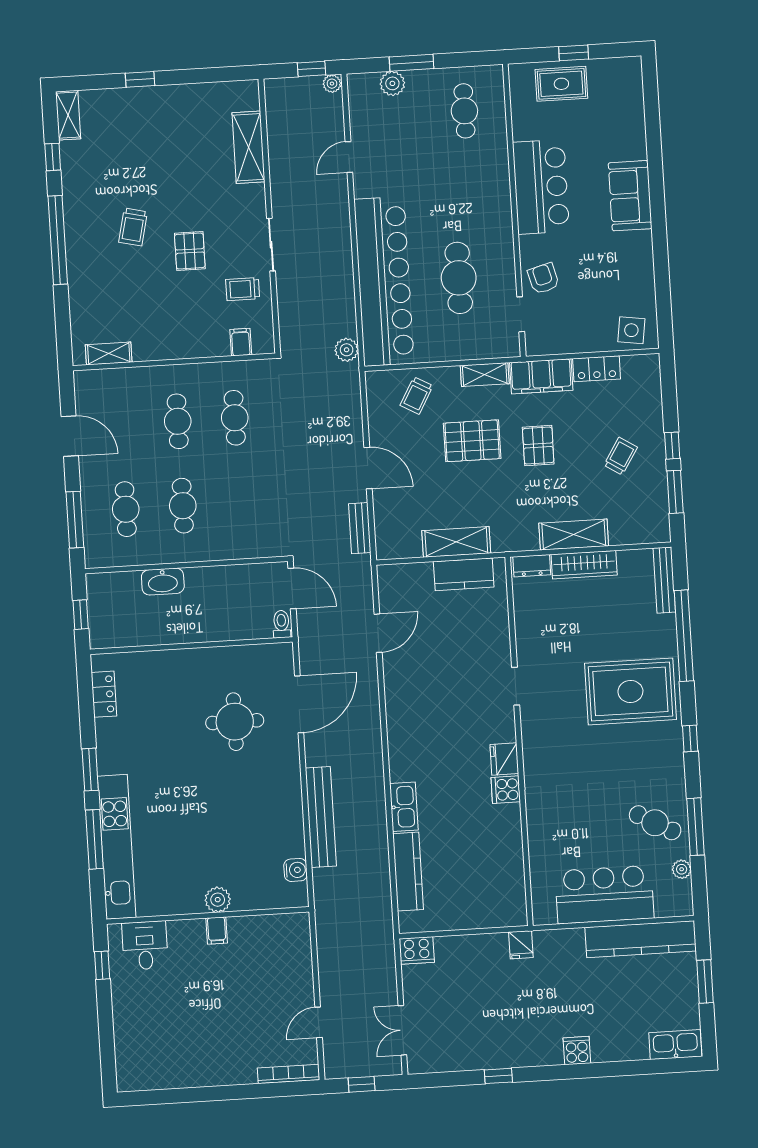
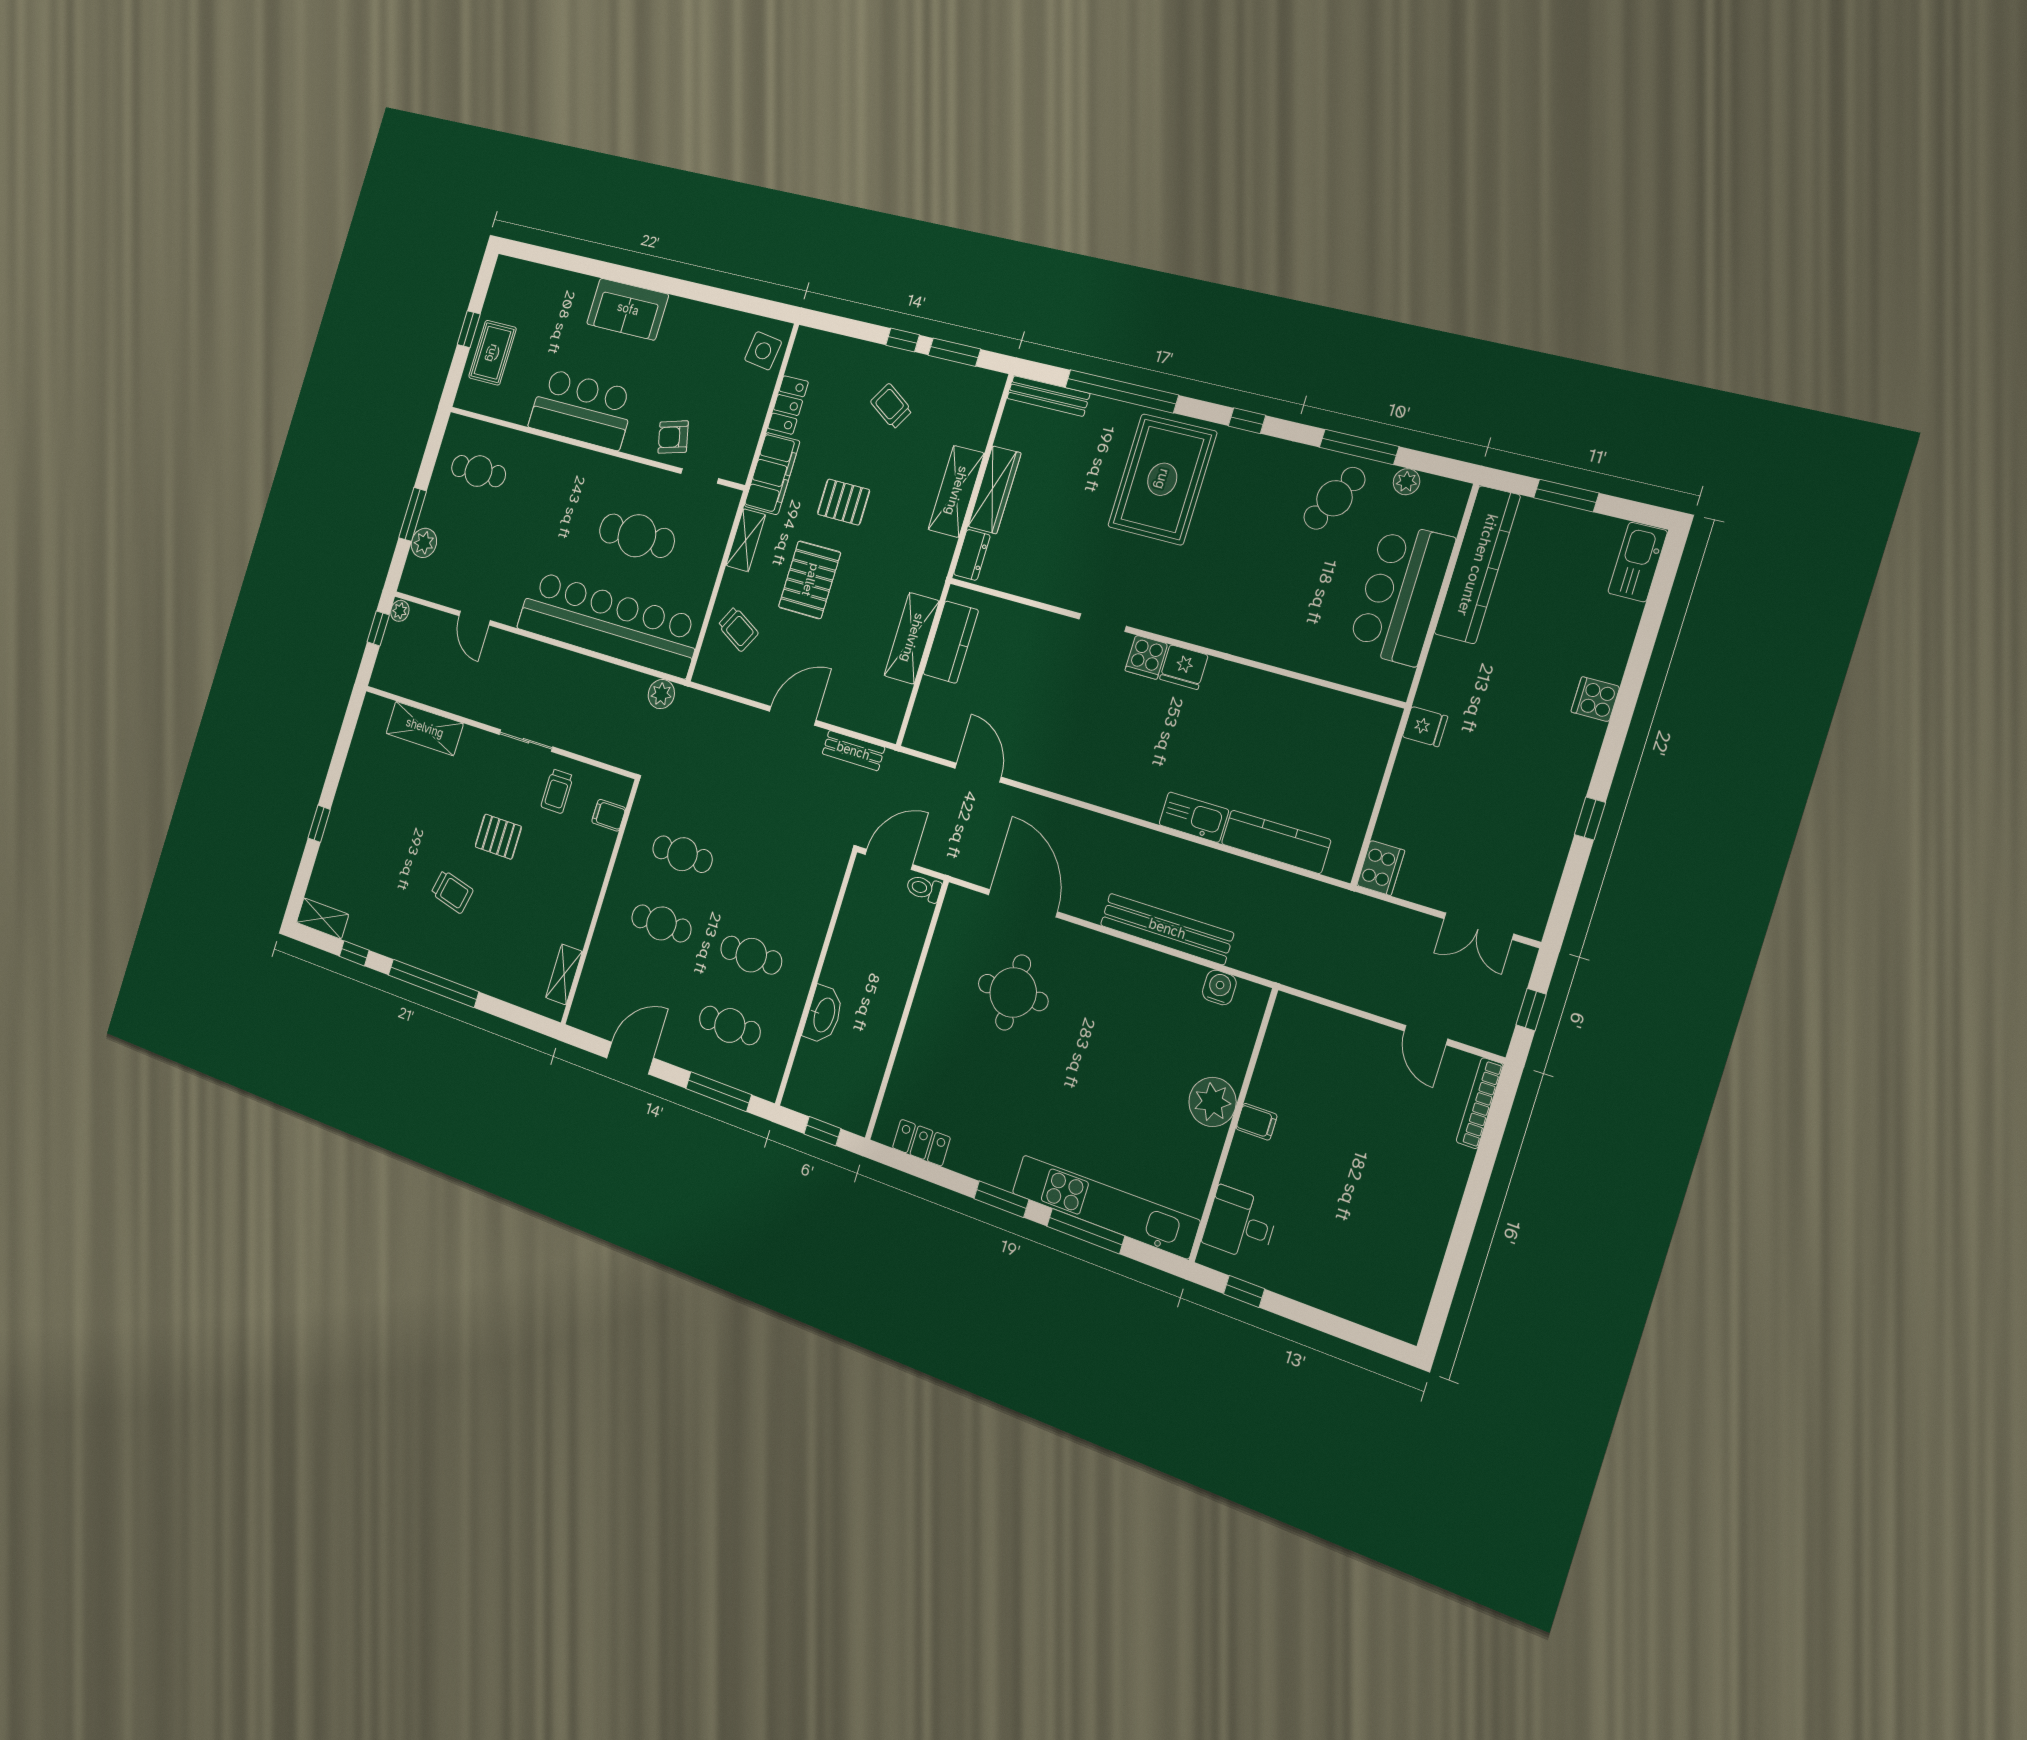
cooker: (506, 790) -> (1146, 657), moved
plant: (218, 900) -> (1212, 1102), width x1.36, depth x1.36

